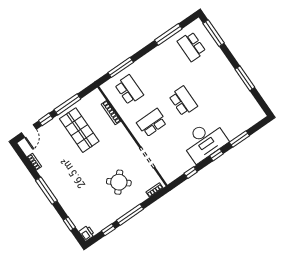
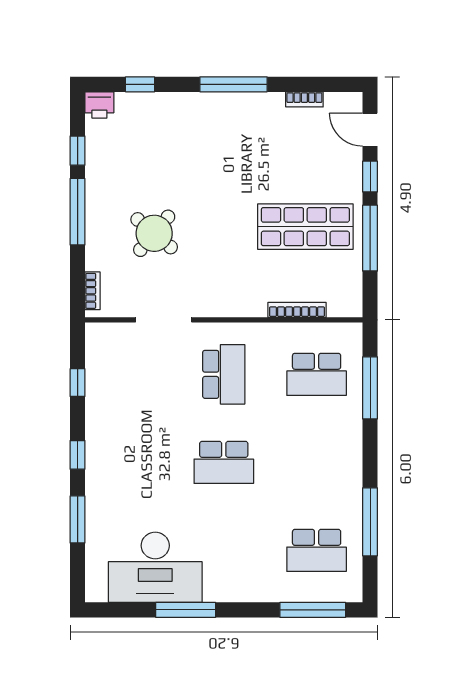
school desk: (192, 46) -> (317, 550), turned 180
desk: (204, 141) -> (155, 567), moved, turned -90

